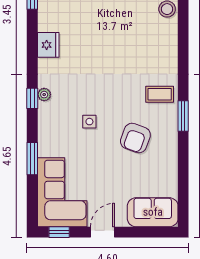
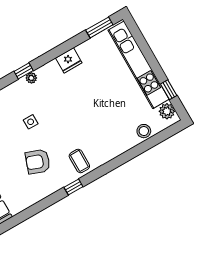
window: (183, 116) -> (73, 187), width x0.67

